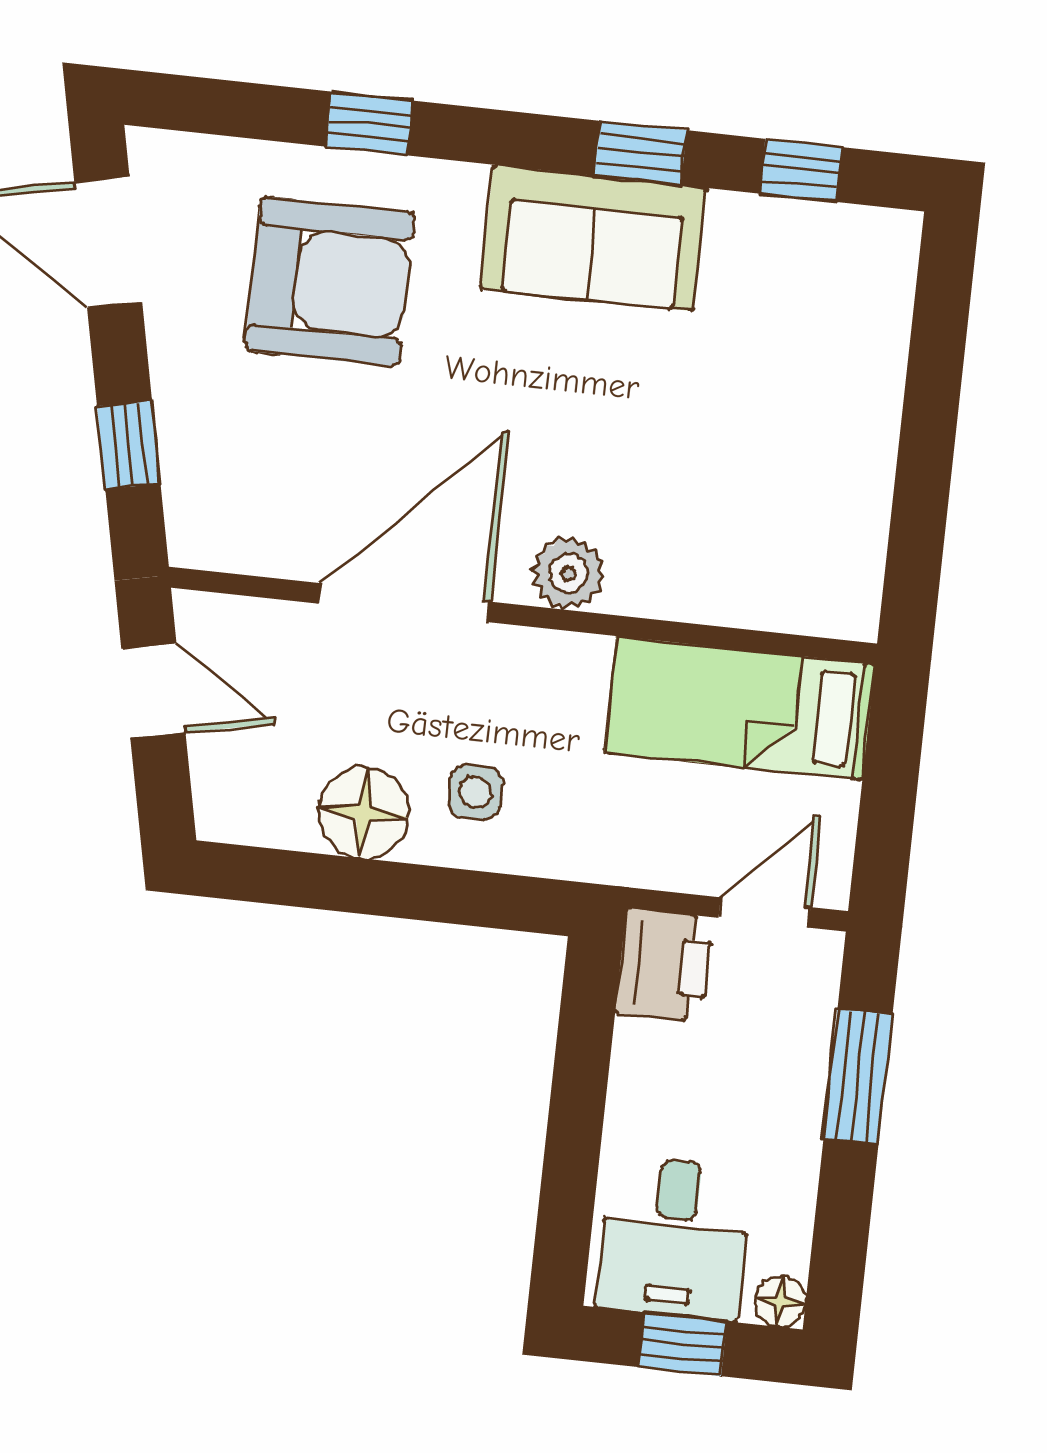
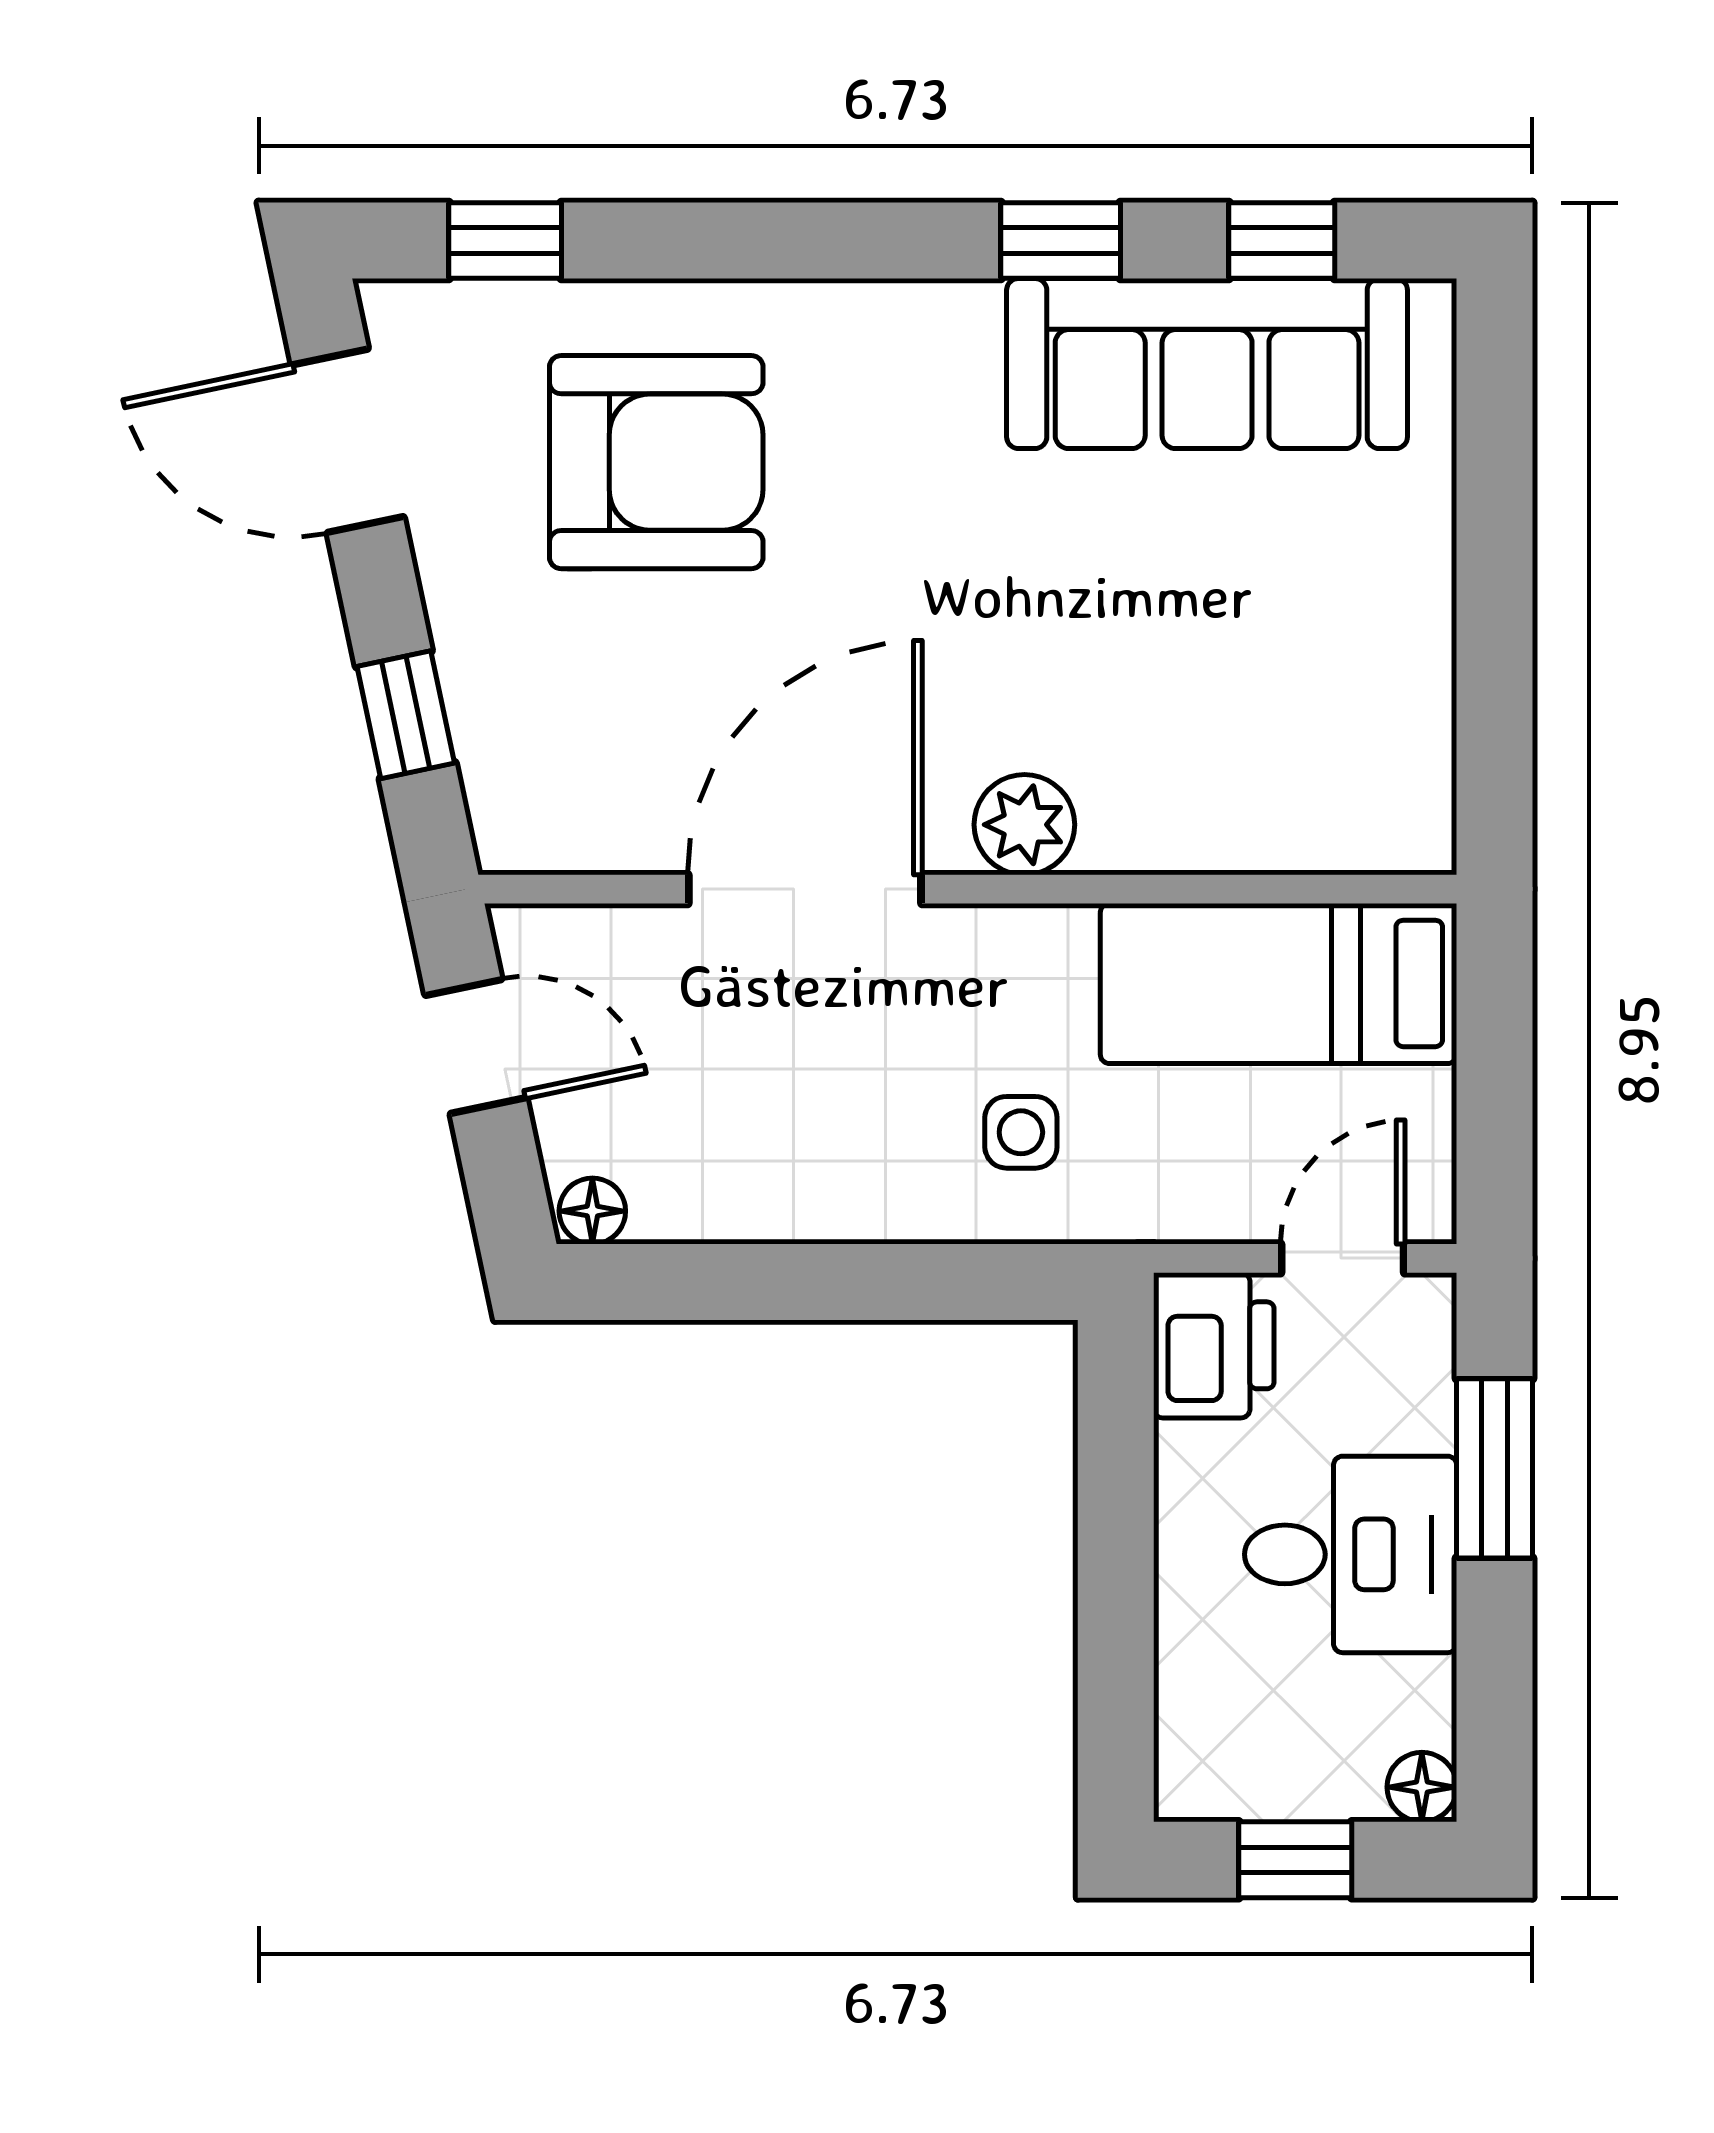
window: (369, 124) -> (505, 240), moved
sofa: (593, 238) -> (1207, 364), moved, width x1.36
side table: (475, 792) -> (1021, 1132), moved
floor lamp: (364, 813) -> (592, 1211), moved, width x0.53, depth x0.53
desk: (674, 1238) -> (1351, 1554), moved, turned -90

